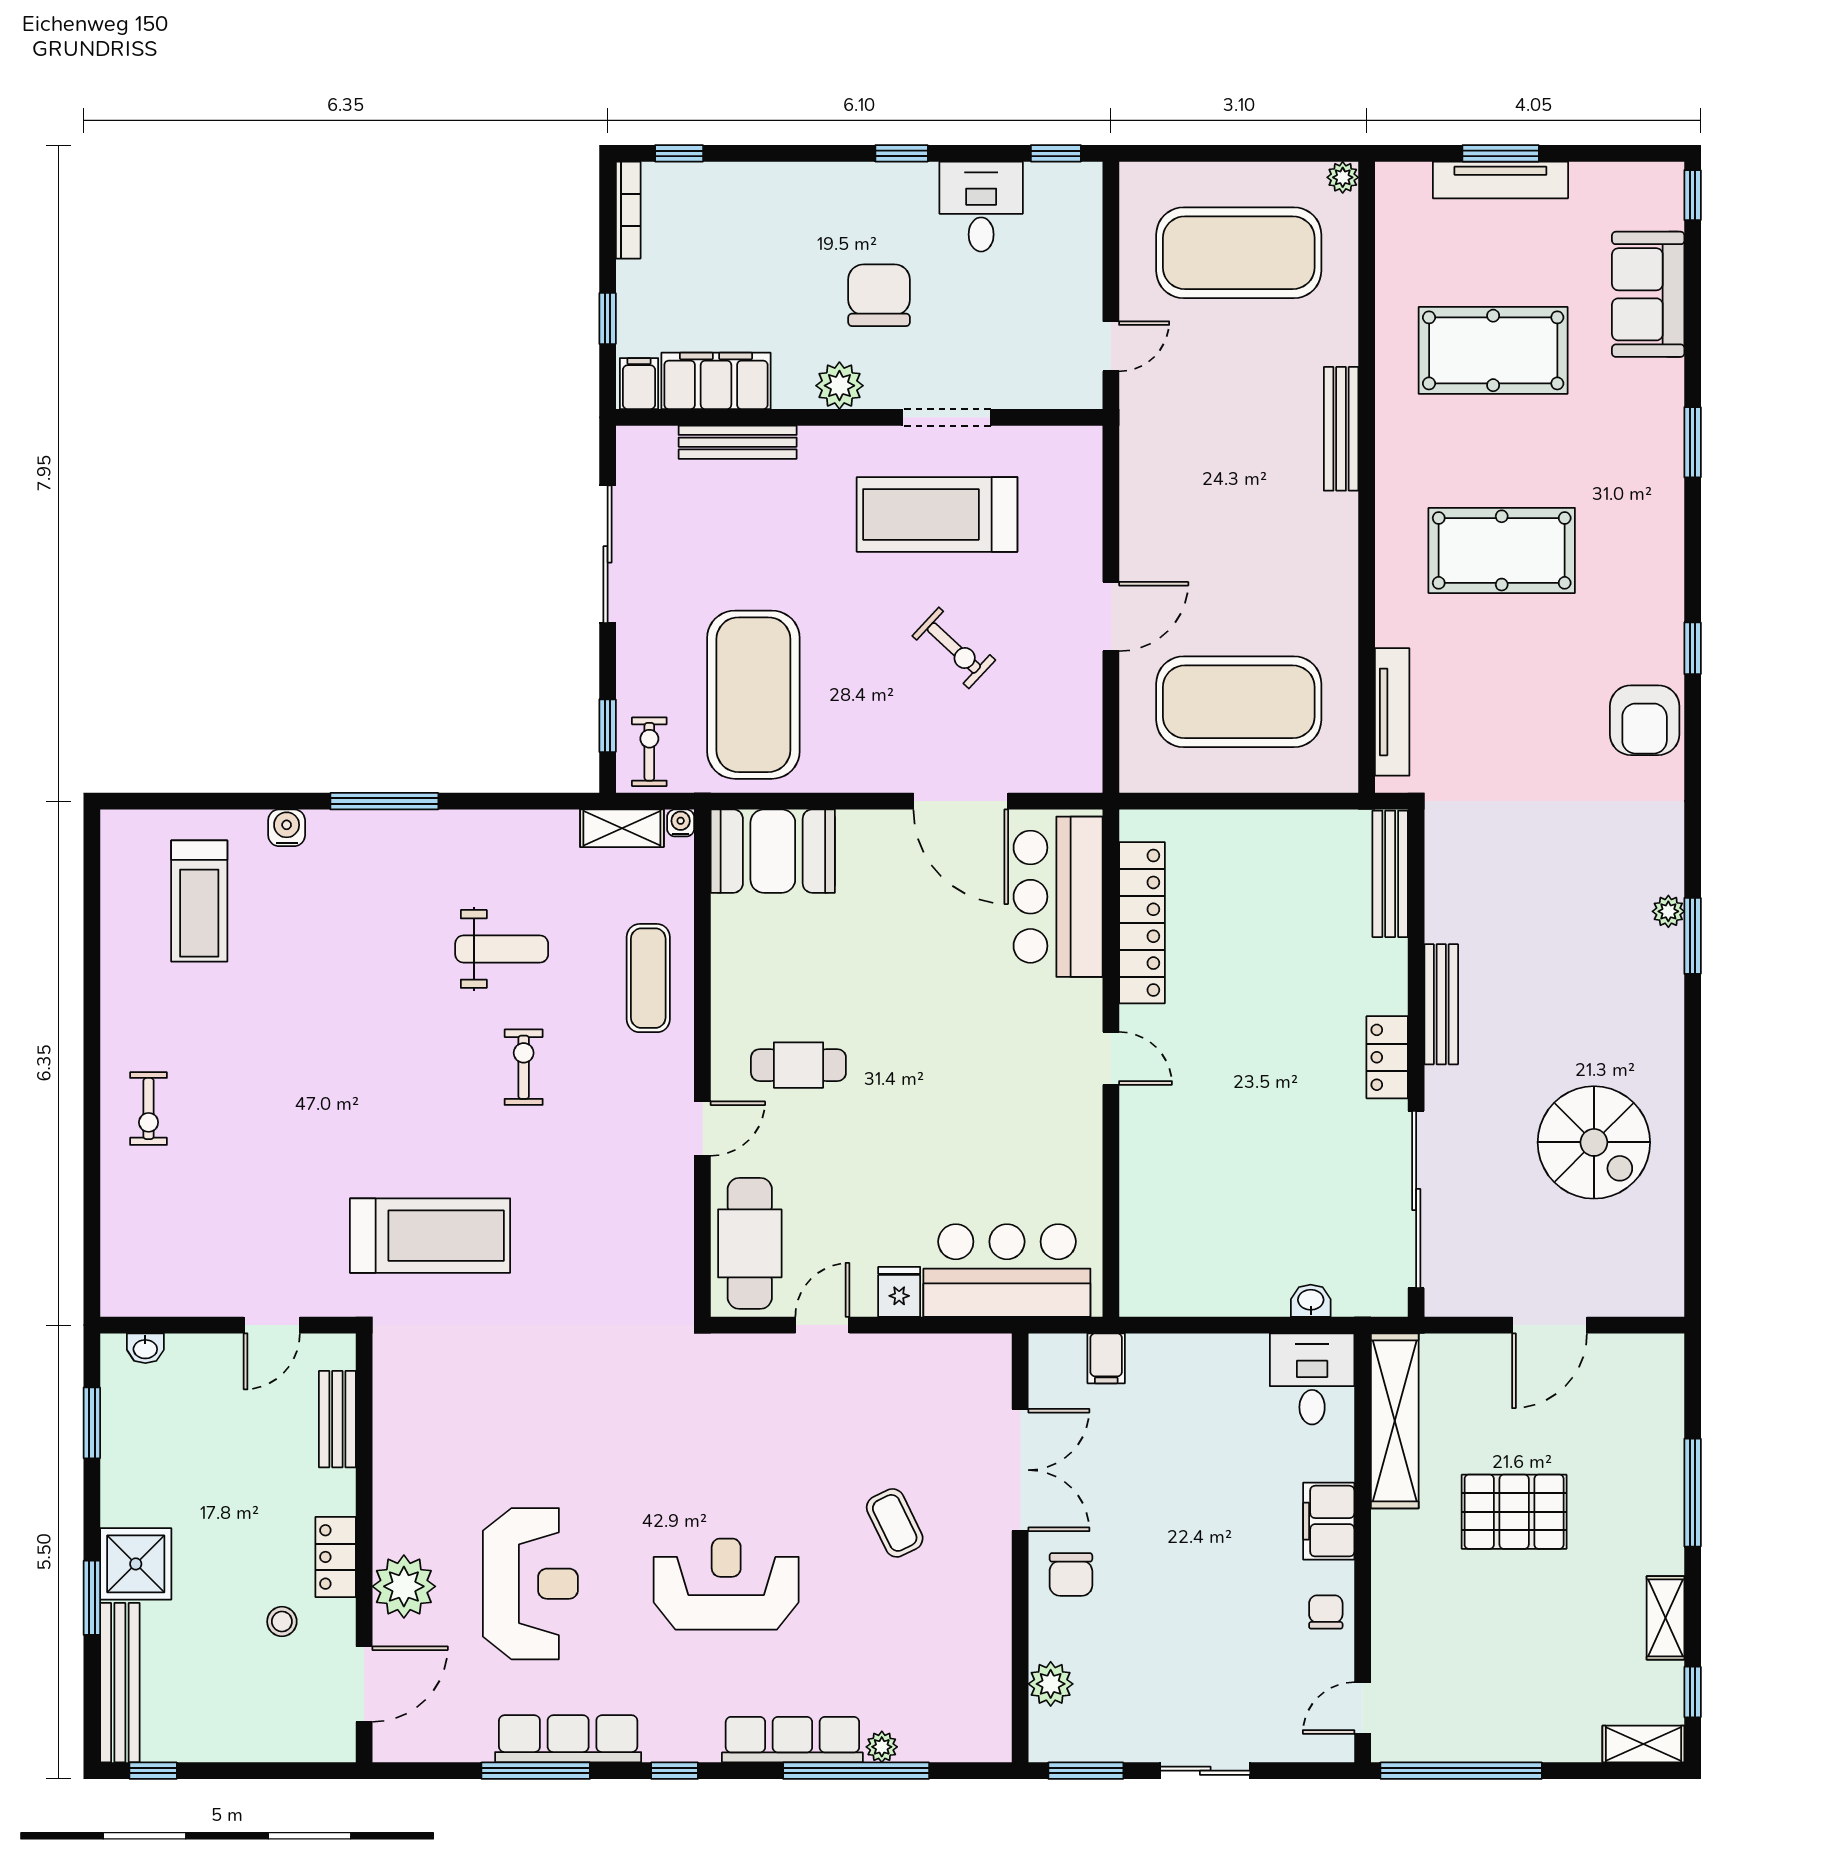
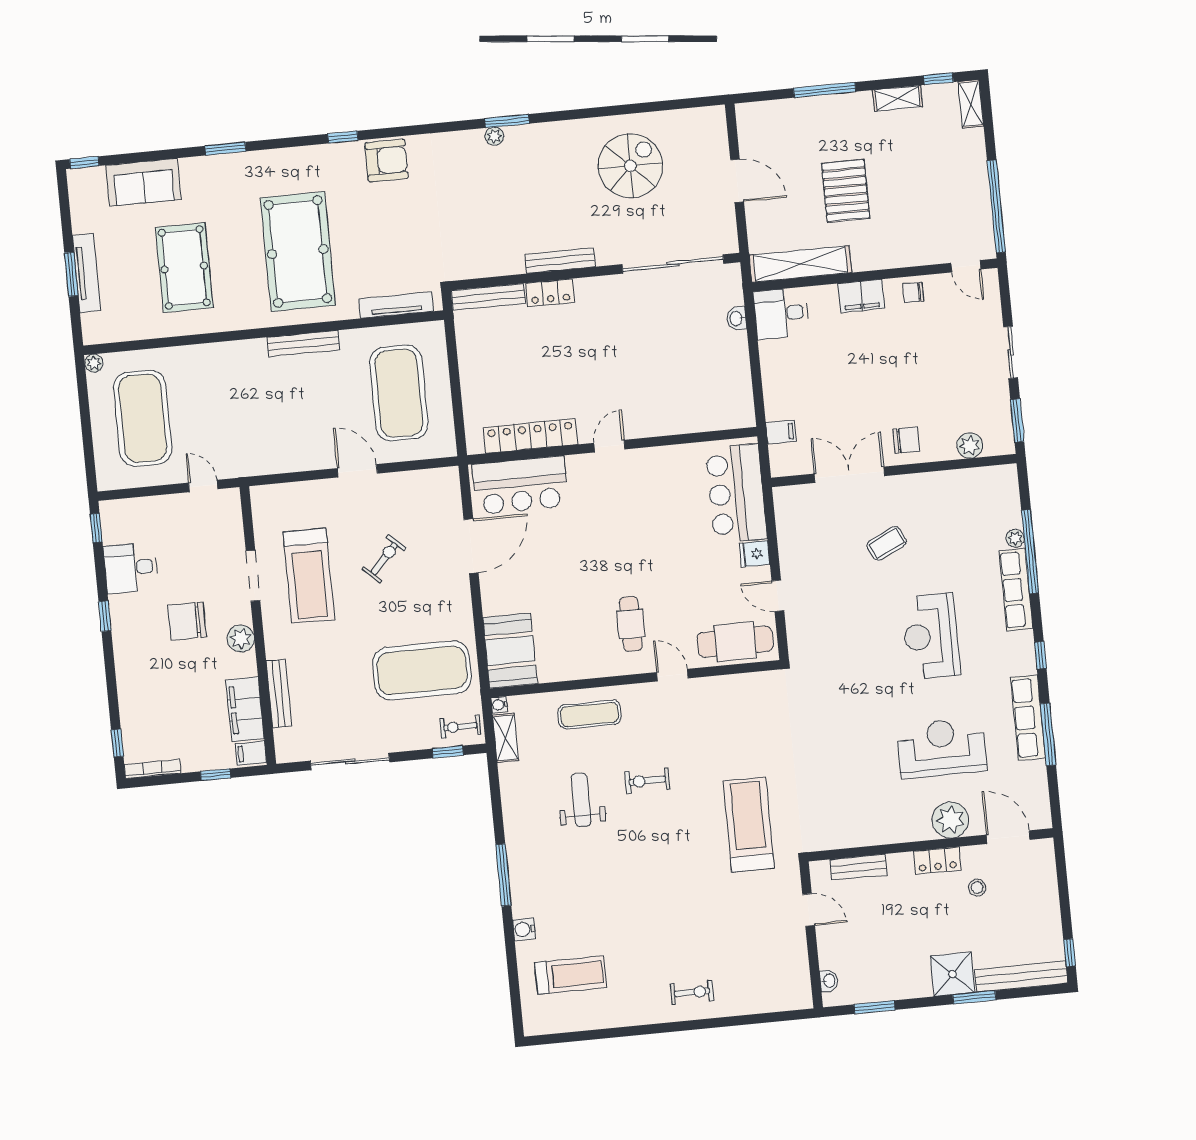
bench: (1341, 429) -> (303, 343), moved
pool table: (1502, 550) -> (298, 252), width x1.36, depth x1.32
locker: (1387, 1057) -> (550, 293), moved

